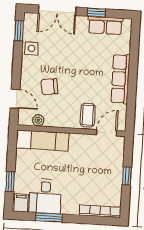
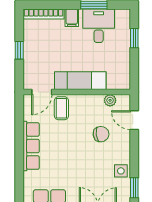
exam couch: (42, 140) -> (80, 81), moved
filing cabinet: (21, 203) -> (72, 18), moved

